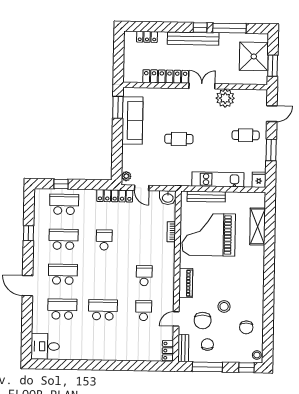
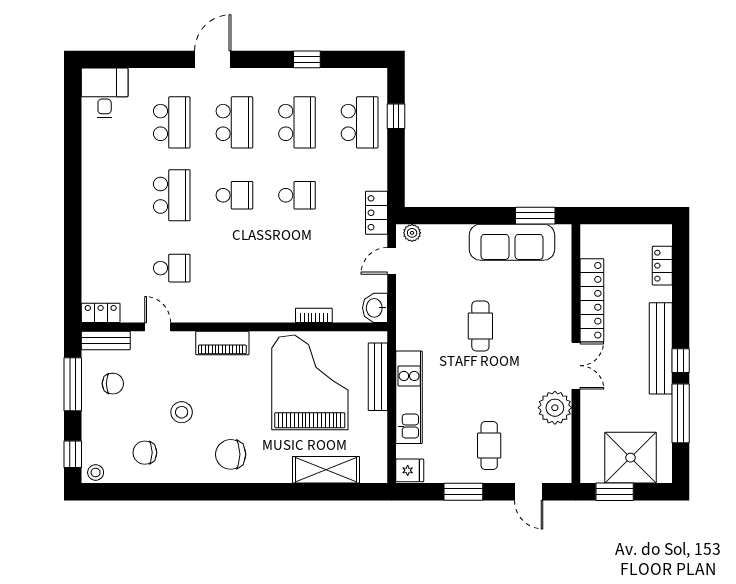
locker: (115, 196) -> (377, 213), width x0.66
school desk: (144, 276) -> (234, 195), moved
chair: (203, 321) -> (231, 454), moved

